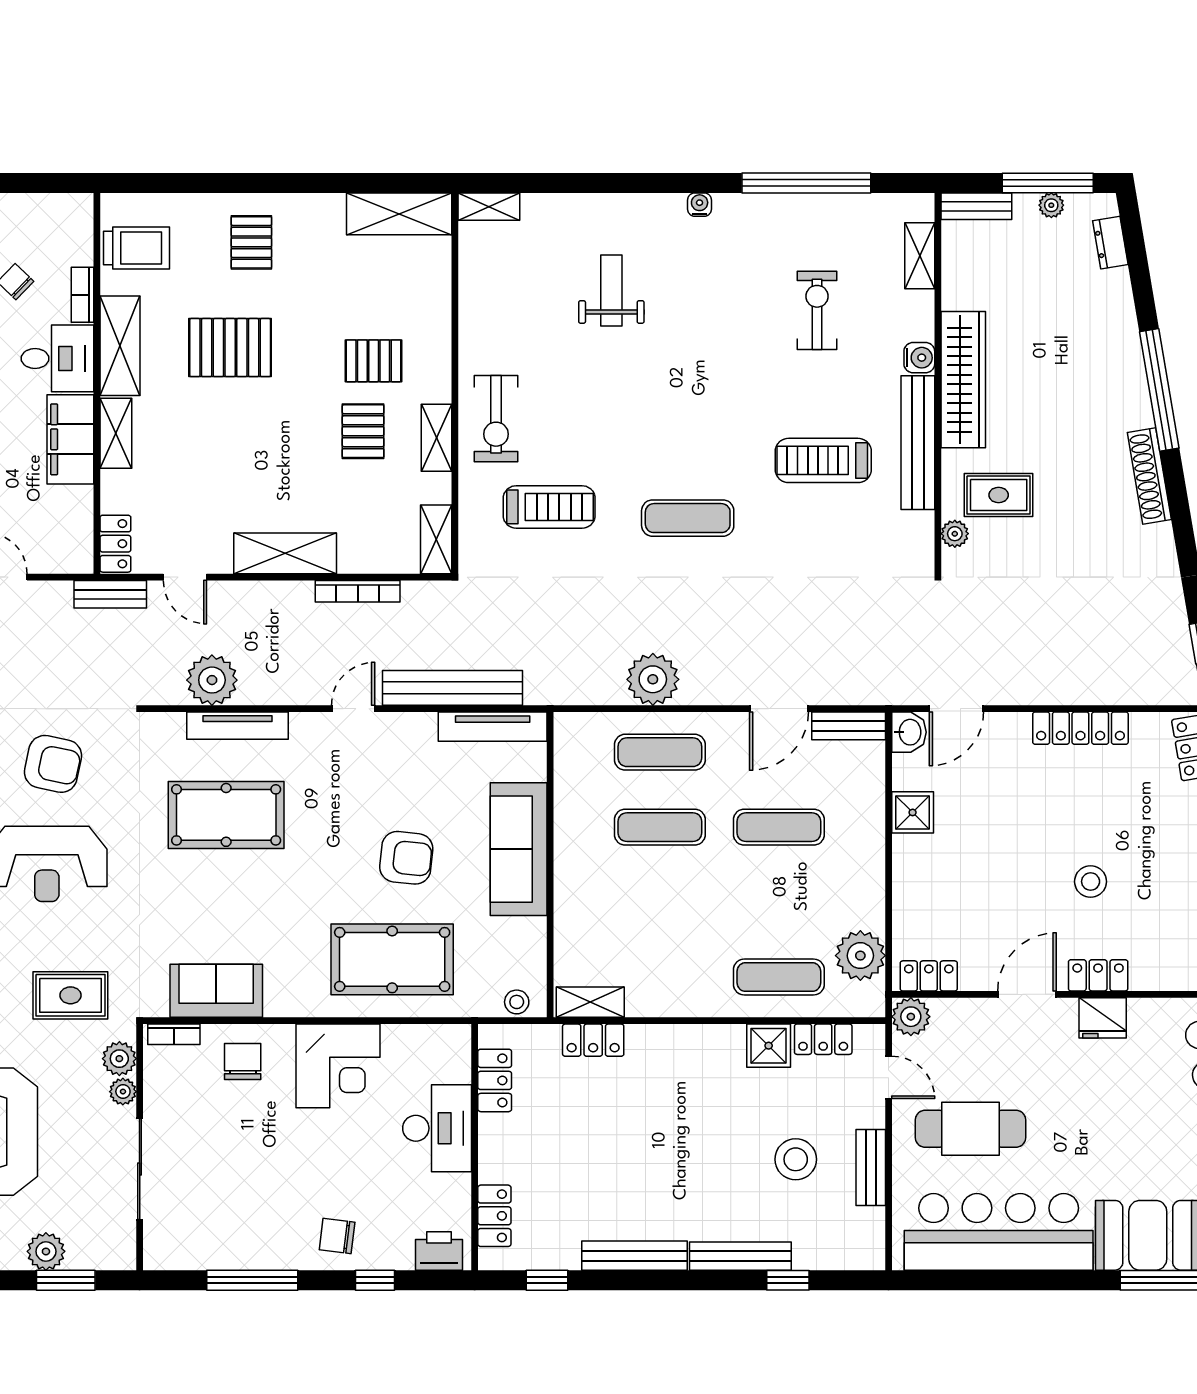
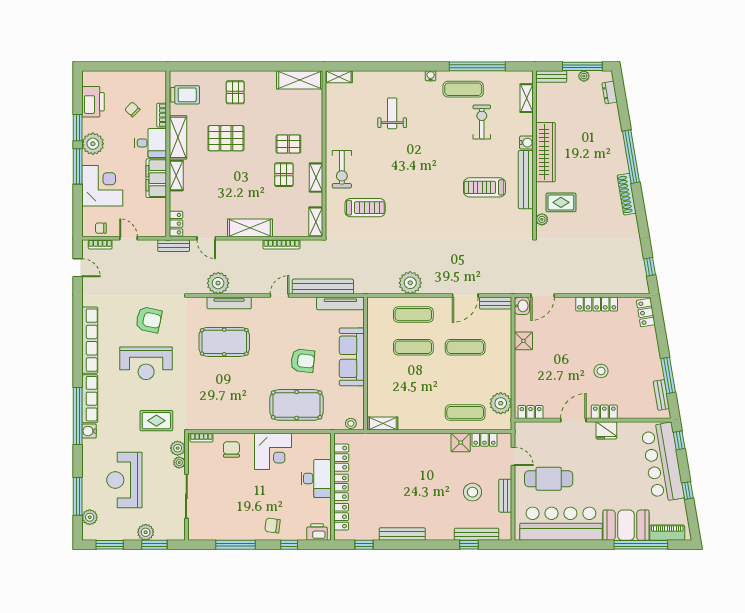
exercise mat: (688, 518) -> (463, 89), moved
sofa: (216, 991) -> (220, 419), removed
plant: (911, 1017) -> (523, 430), removed
locker: (593, 1040) -> (341, 487), moved, turned -90
bench: (740, 1256) -> (477, 534), moved

